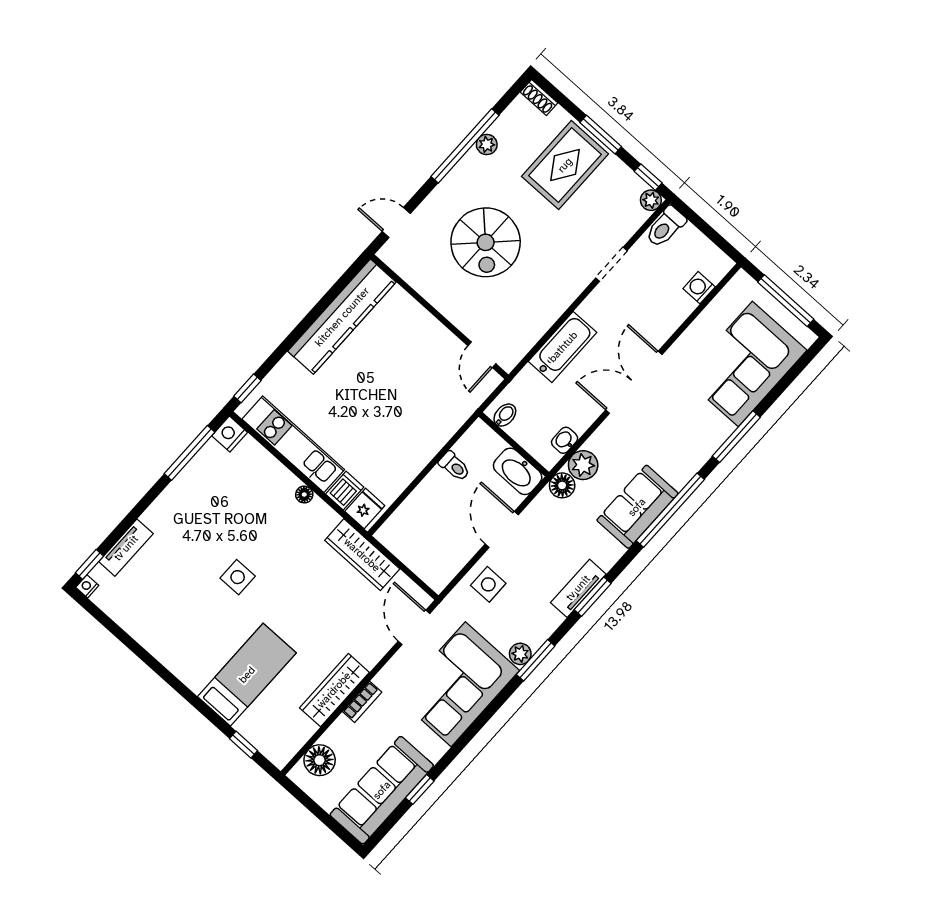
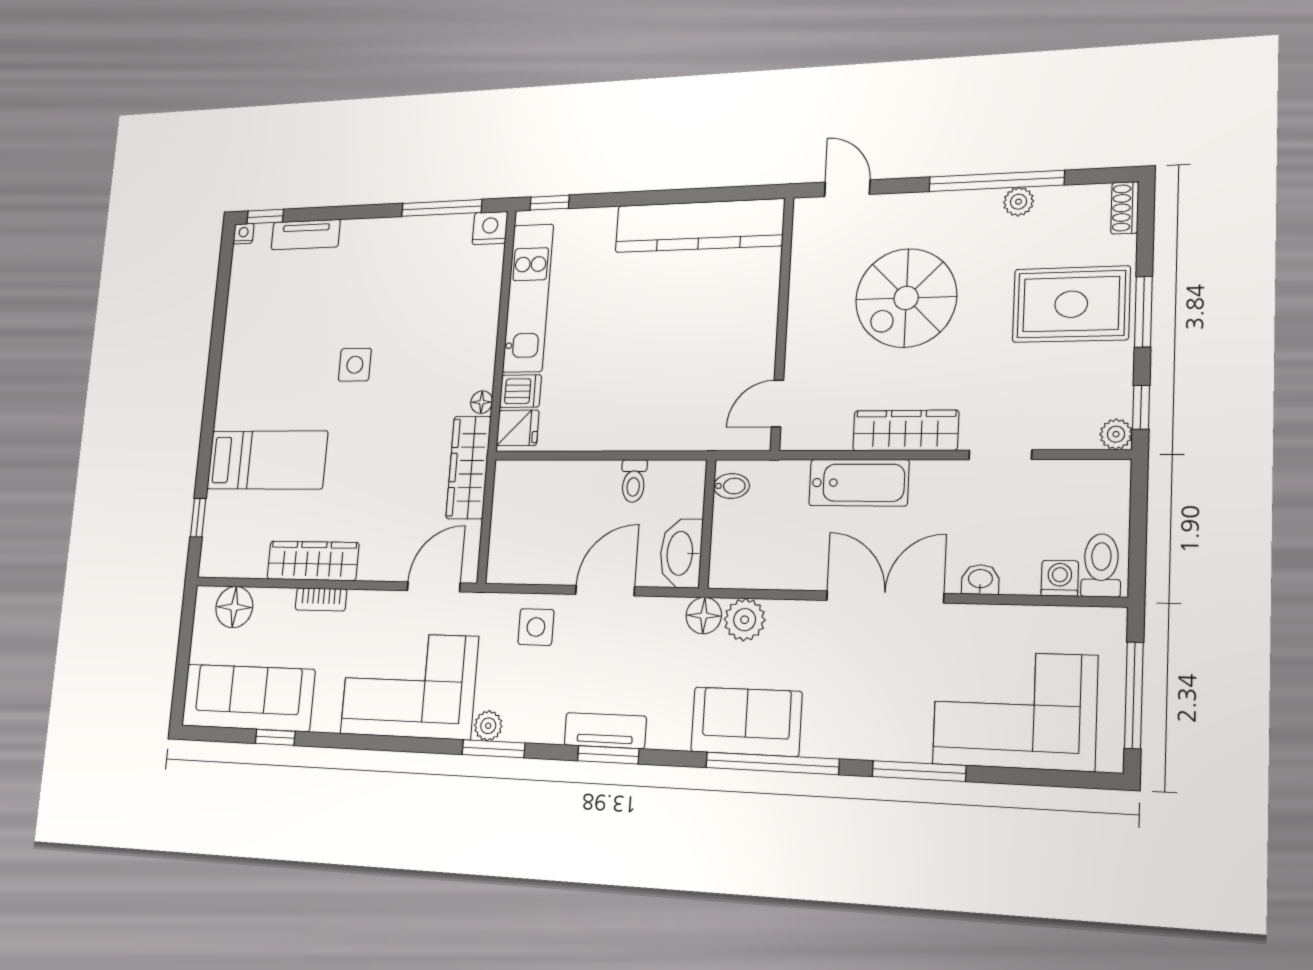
toilet: (666, 227) -> (1101, 565), moved, turned 90
wardrobe: (556, 301) -> (906, 430), added
washbasin: (565, 440) -> (980, 580), moved
floor lamp: (304, 495) -> (482, 402), moved

